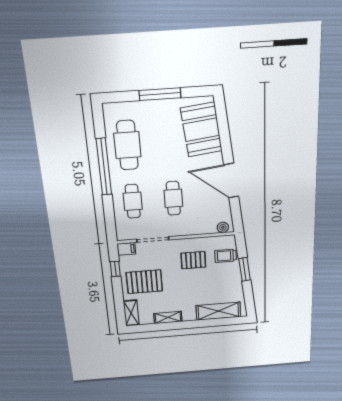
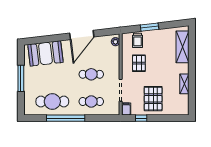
shelving: (131, 313) -> (178, 110), removed

